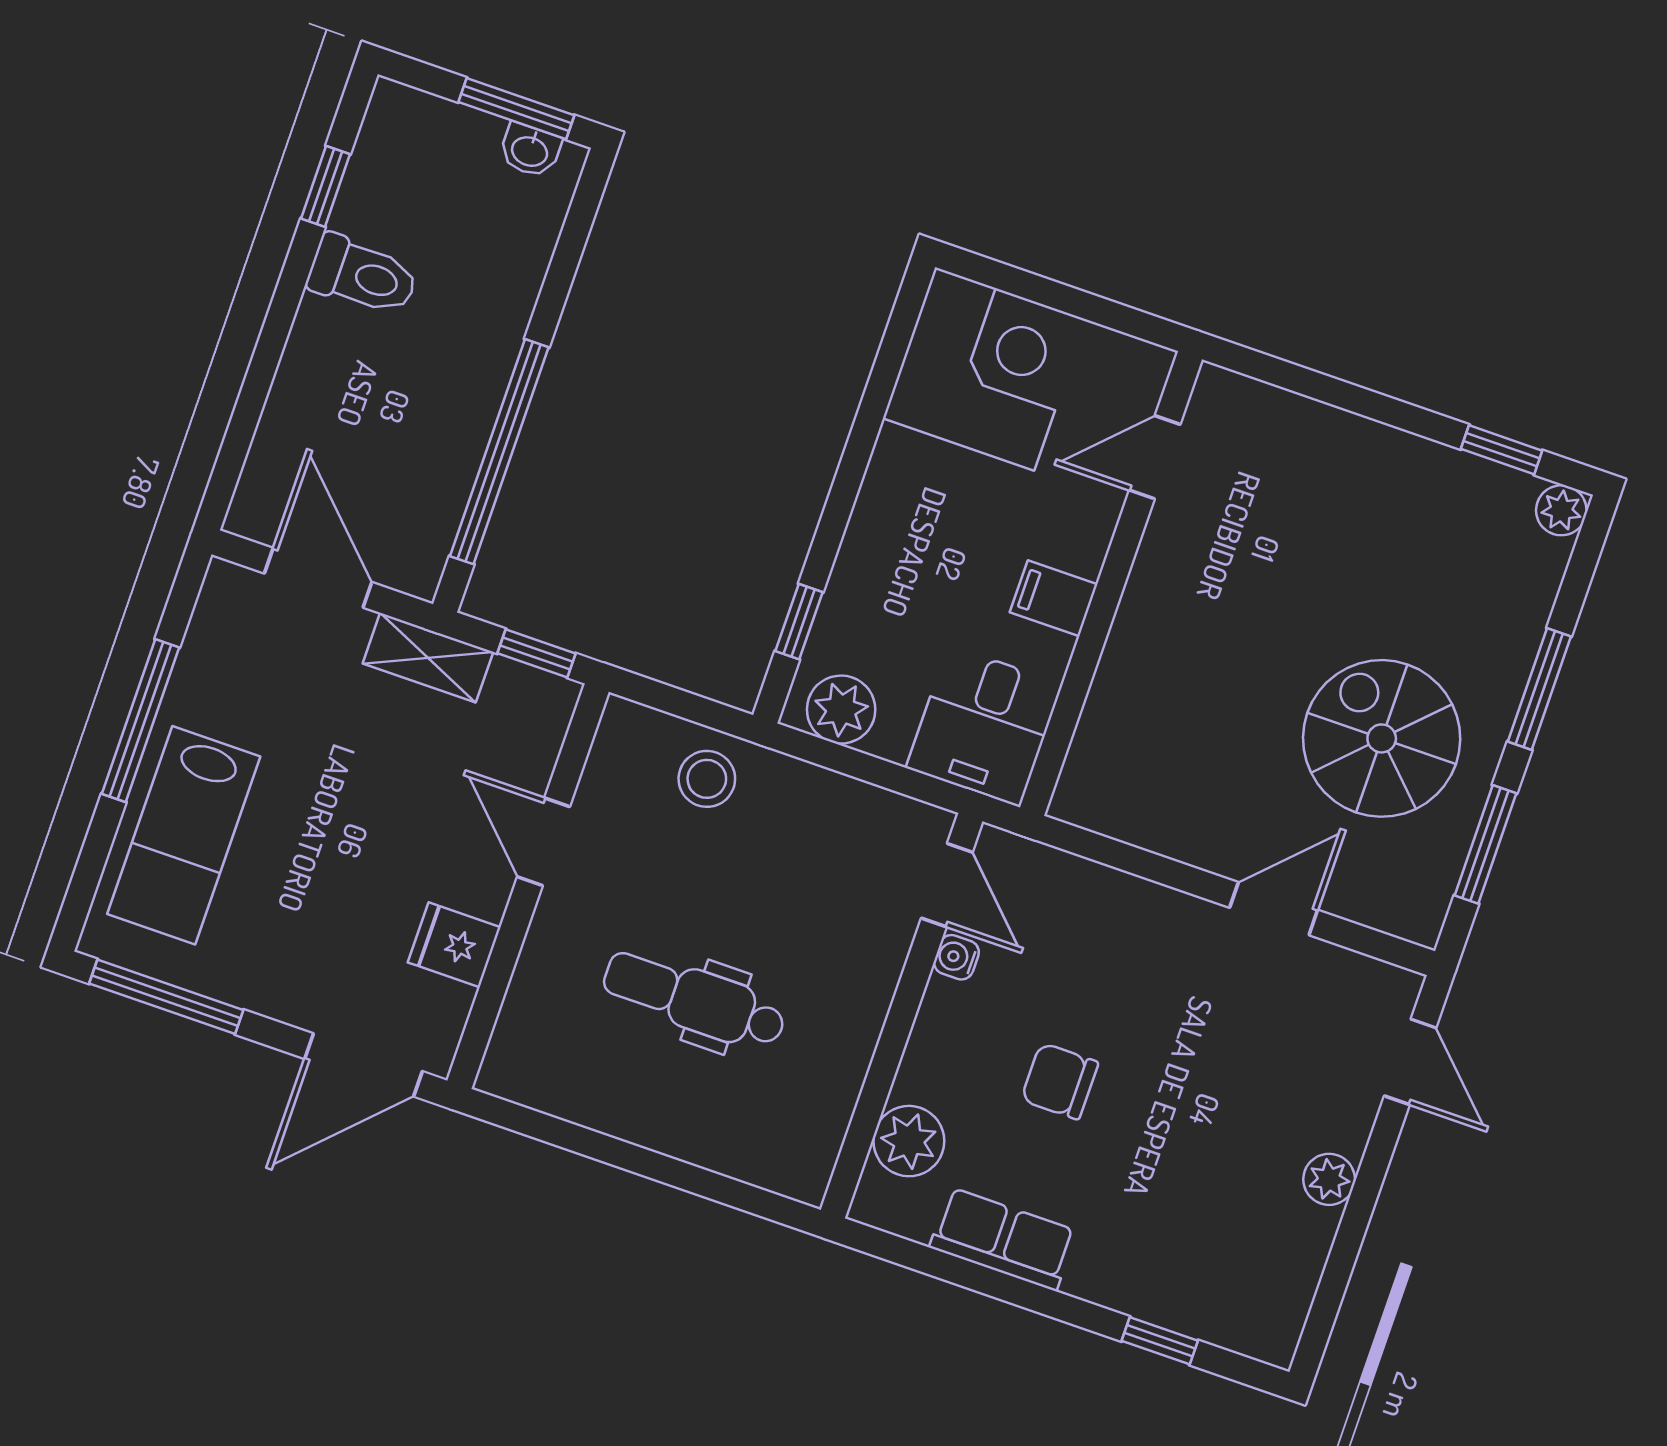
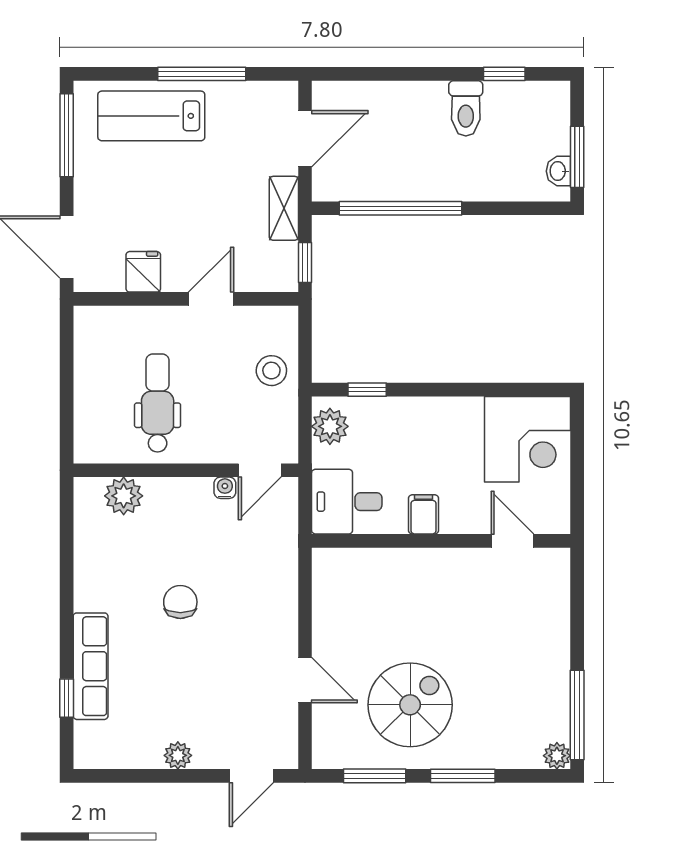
window: (1502, 450) -> (577, 715), width x2.17
door: (947, 885) -> (260, 470), moved
water cooler: (956, 957) -> (225, 488), moved
wall: (902, 1016) -> (186, 470), moved
plant: (909, 1141) -> (124, 496), moved
row of seats: (1003, 1239) -> (91, 666), moved, width x1.48

